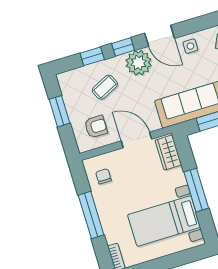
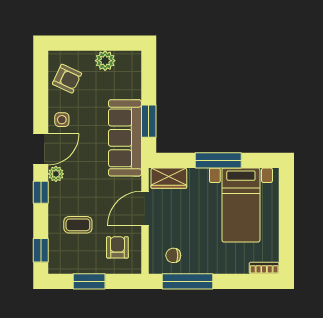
window: (92, 56) -> (41, 250), moved
plant: (139, 63) -> (56, 174), width x0.53, depth x0.53
coffee table: (105, 87) -> (78, 225), turned -64
window: (91, 215) -> (187, 281), moved

